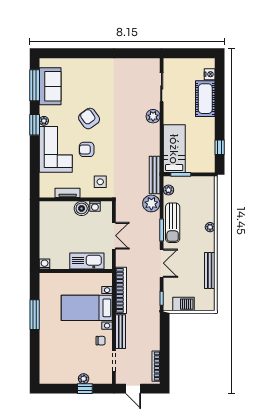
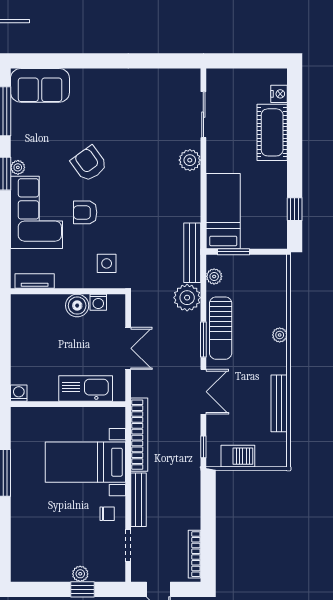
sofa: (50, 86) -> (40, 85), moved, turned 90
tv unit: (68, 193) -> (35, 281), moved

